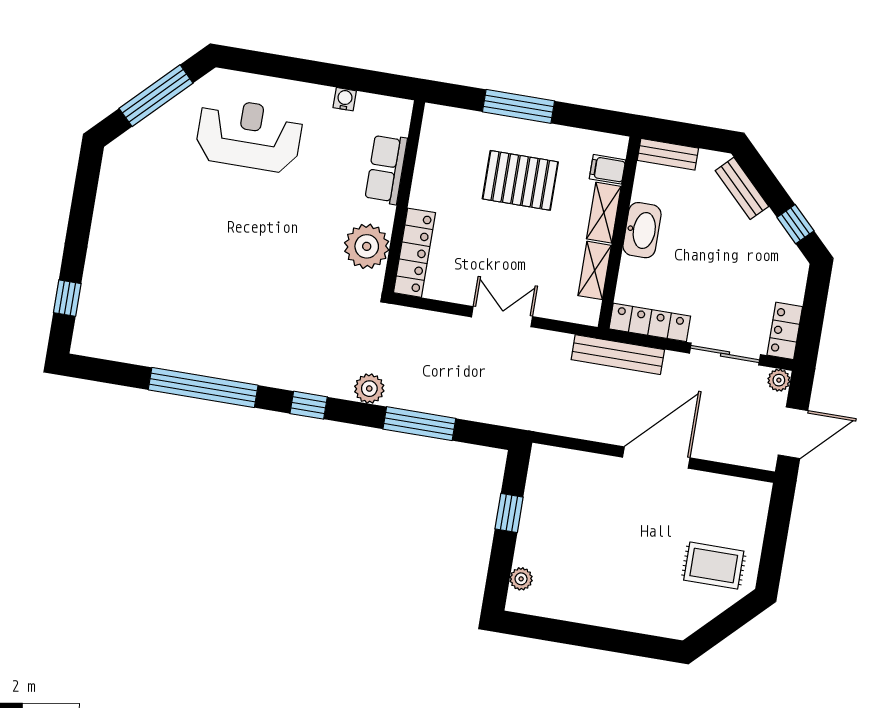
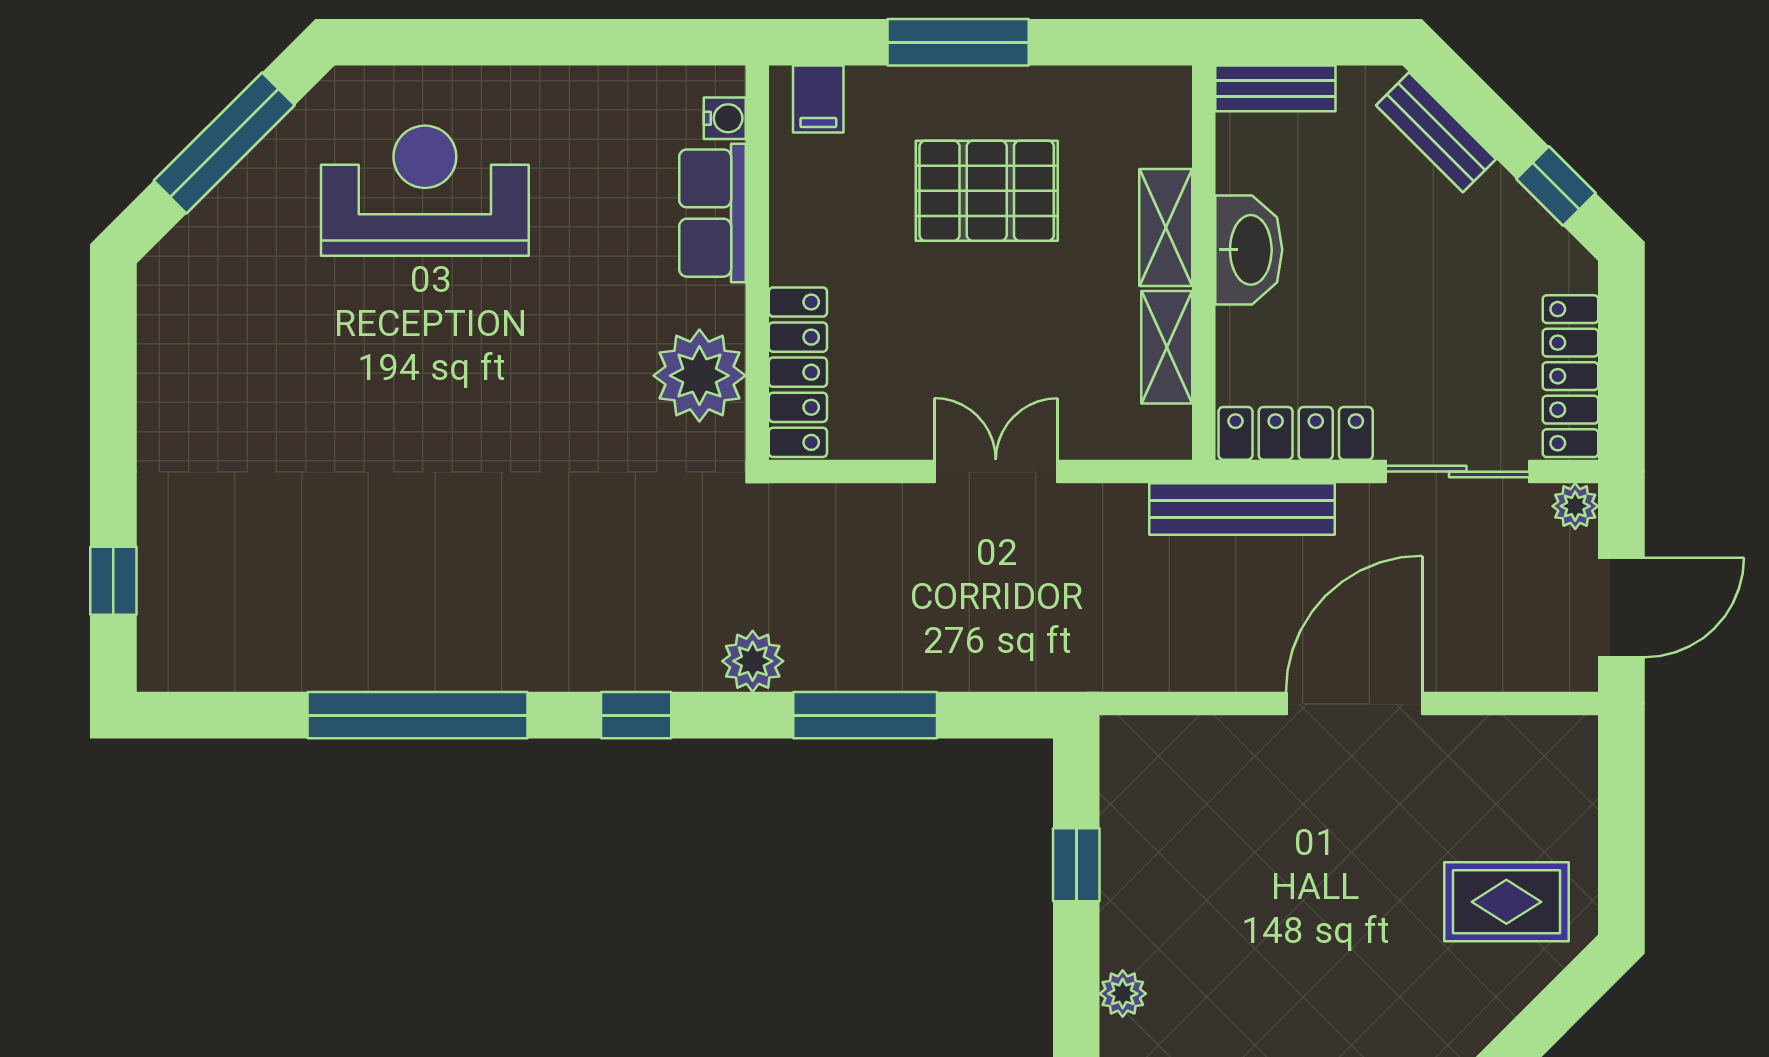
water cooler: (345, 99) -> (725, 118), moved, turned 90
filing cabinet: (607, 169) -> (818, 99), moved, turned -90
locker: (785, 331) -> (1570, 376), width x1.53

